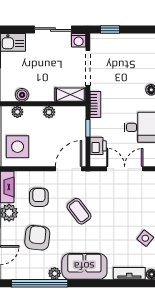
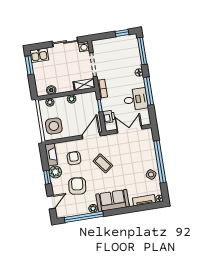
window: (110, 29) -> (122, 33), moved

